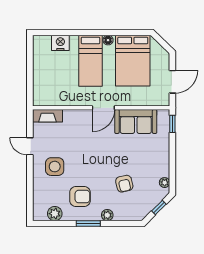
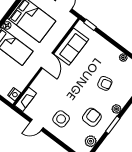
nightstand: (44, 100) -> (14, 94), added

